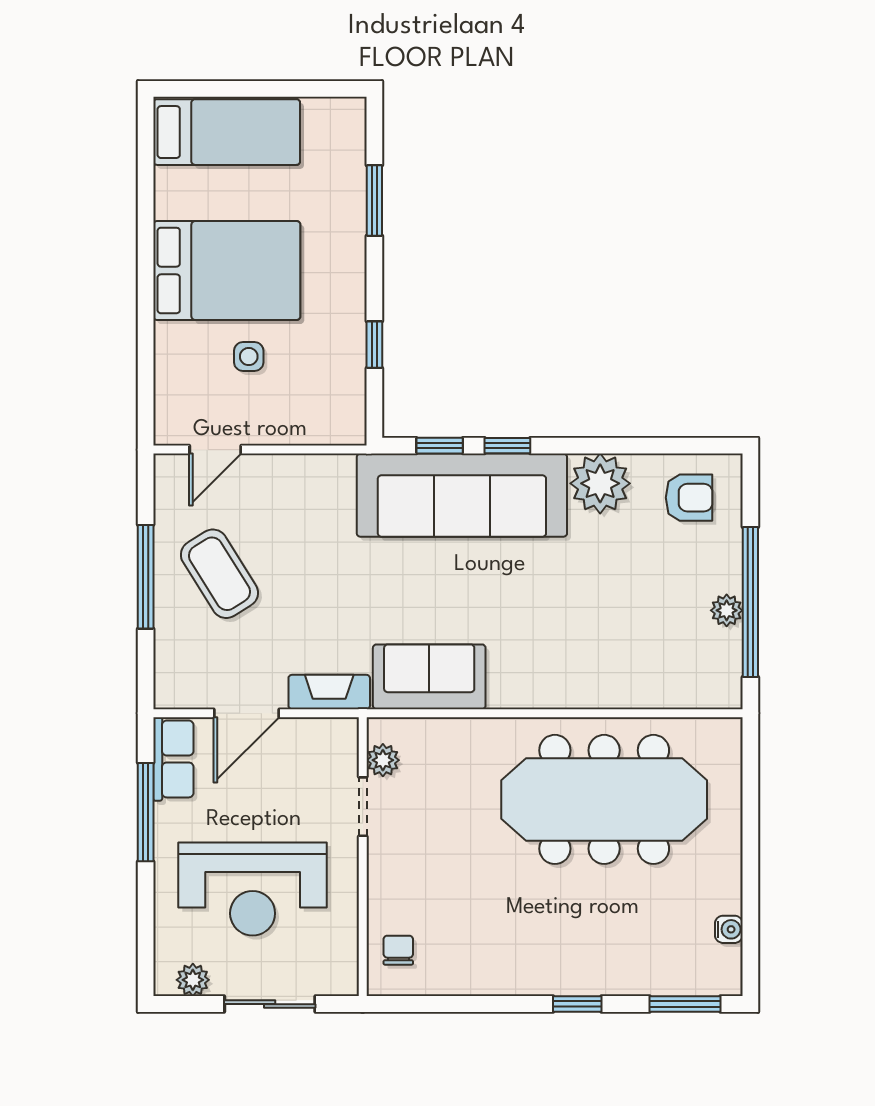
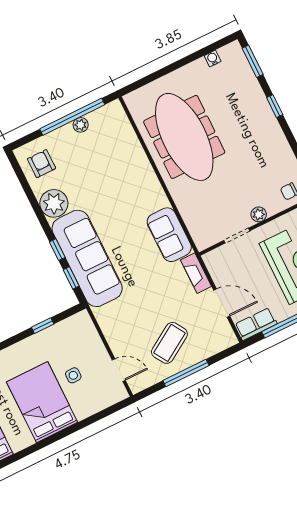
plant: (383, 760) -> (259, 214), moved

